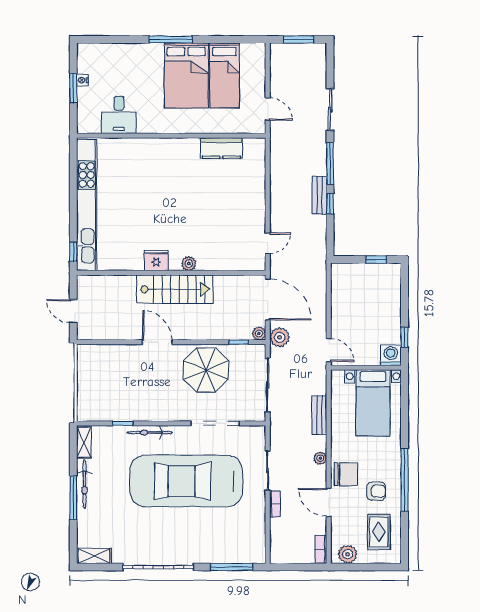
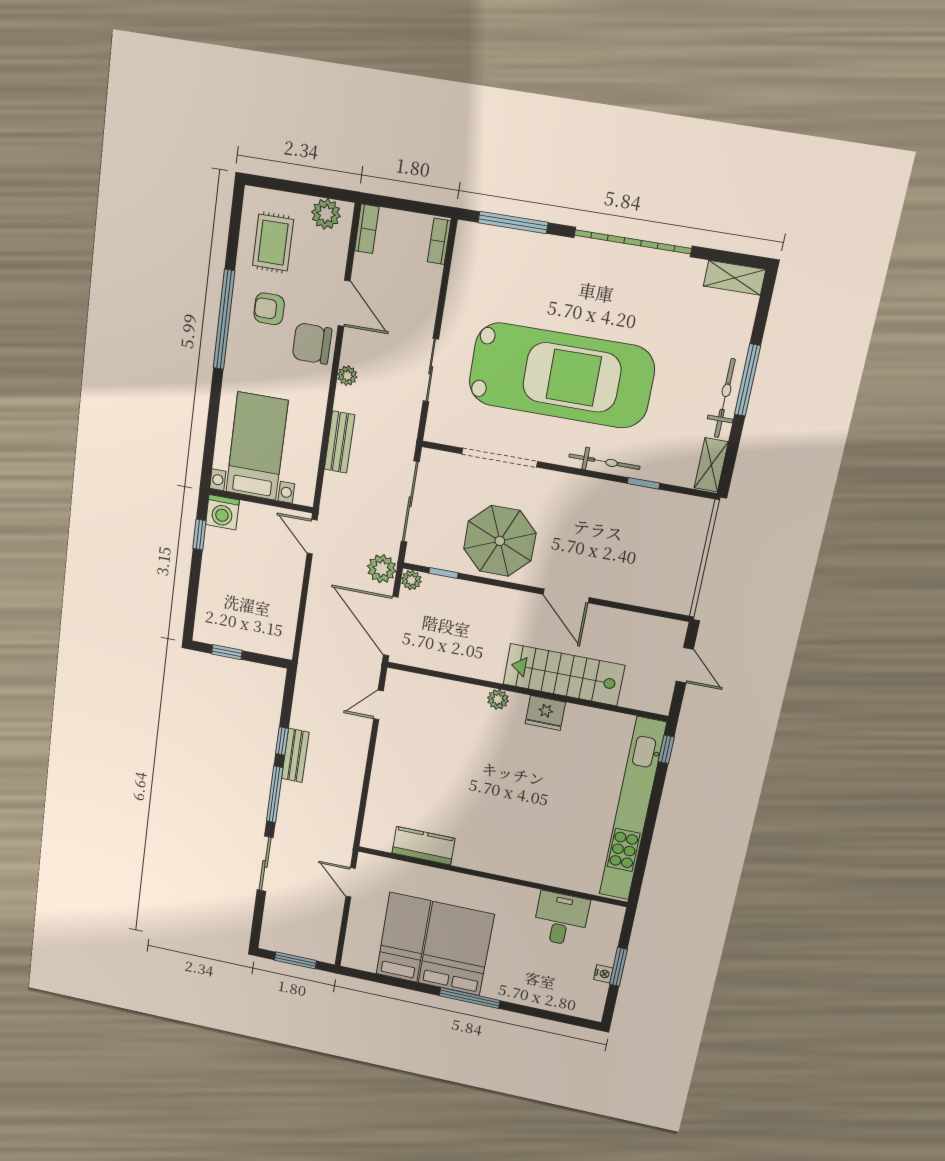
stairs: (175, 289) -> (564, 675), moved
bookcase: (275, 504) -> (439, 241), moved

